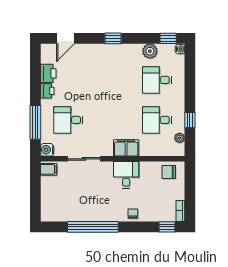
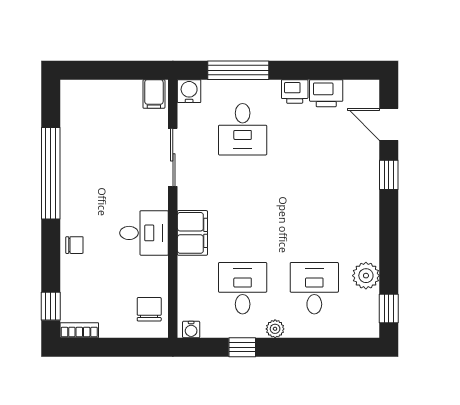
window: (113, 38) -> (389, 175), moved
water cooler: (180, 49) -> (191, 329), moved
desk: (68, 120) -> (243, 129), turned 180
plant: (180, 138) -> (275, 329), moved

